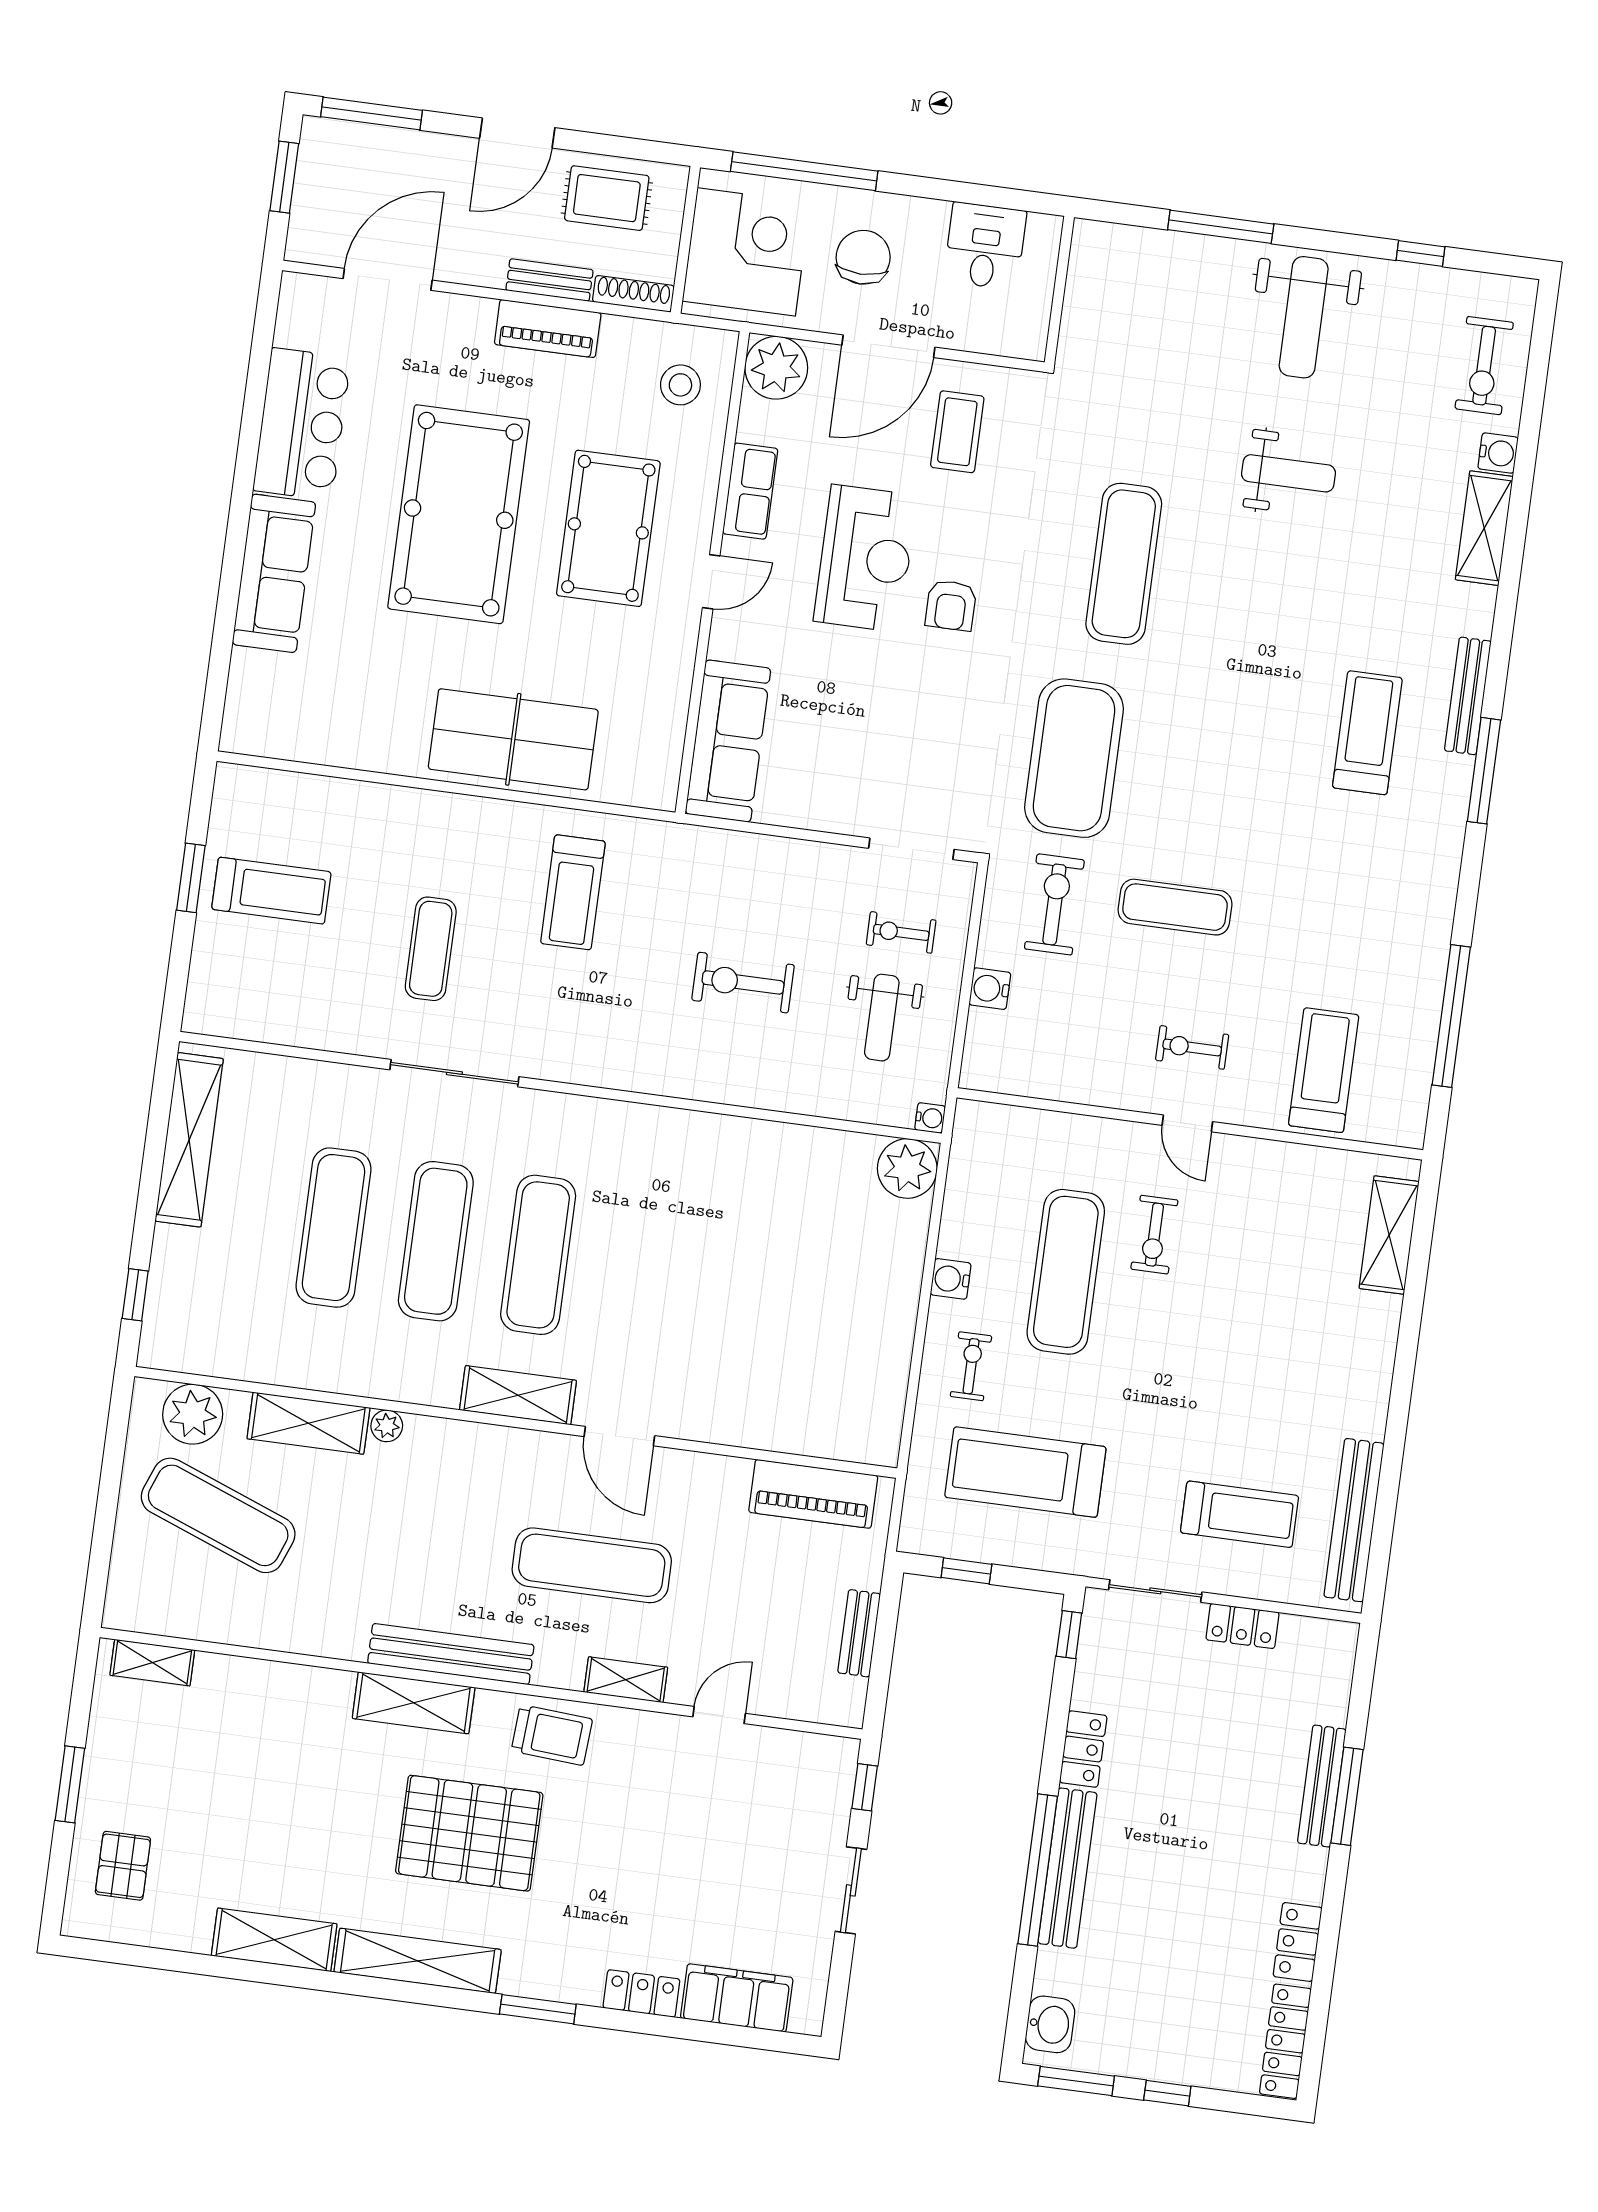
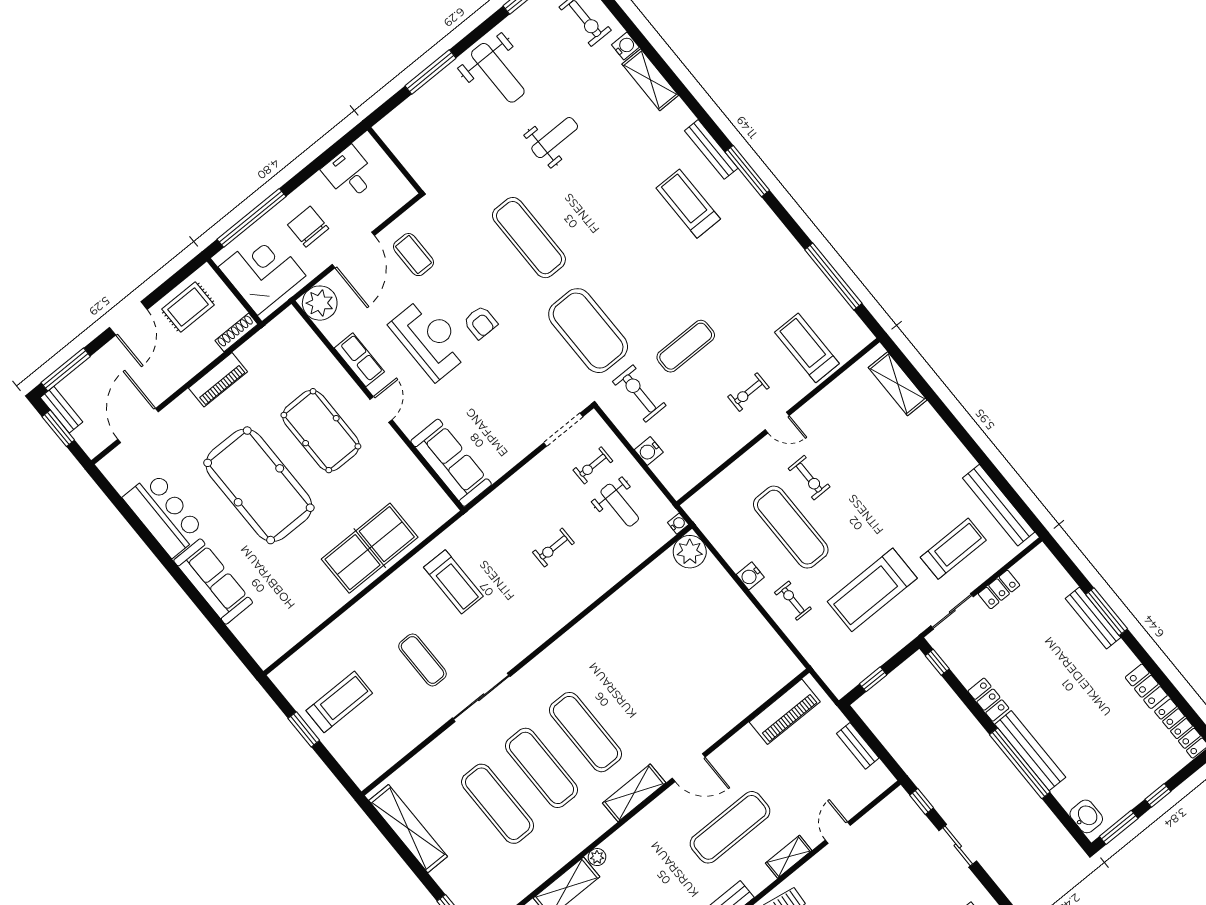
bench: (550, 280) -> (61, 410), moved, turned 90
stool: (680, 385) -> (291, 348), removed
exercise bike: (743, 983) -> (553, 548), width x0.73, depth x0.72
treadmill: (1025, 1472) -> (872, 590), moved

